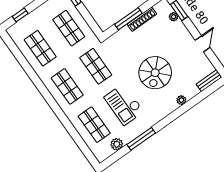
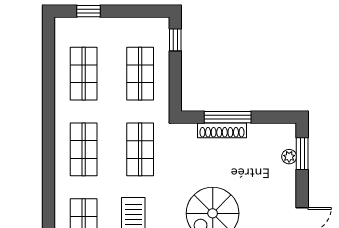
shoe rack: (142, 19) -> (222, 130), moved

